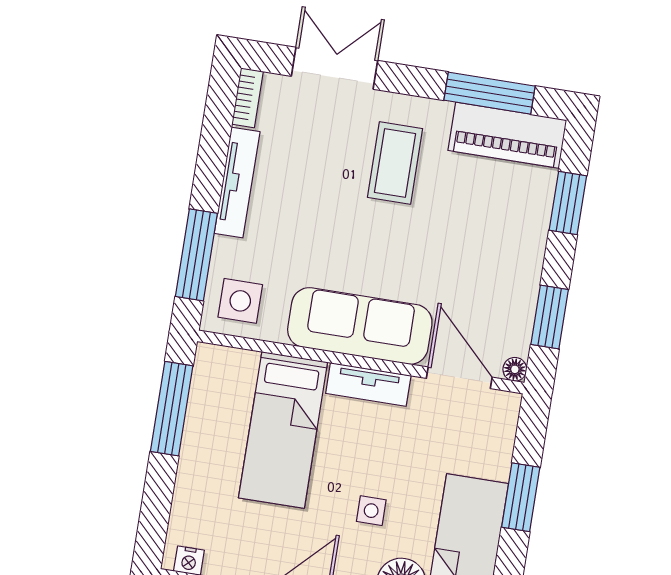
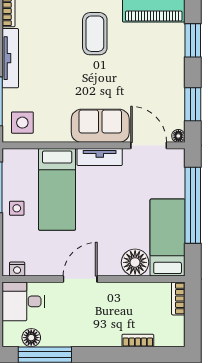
sofa: (360, 326) -> (100, 126), width x0.73
window: (521, 497) -> (193, 205), width x2.11
side table: (371, 511) -> (17, 208), moved

